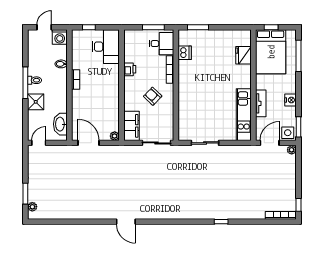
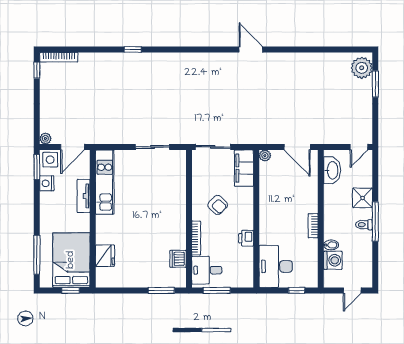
washing machine: (60, 37) -> (333, 260), moved, turned 90
nightstand: (290, 100) -> (47, 183), moved
plant: (32, 207) -> (362, 68), width x1.87, depth x1.87

